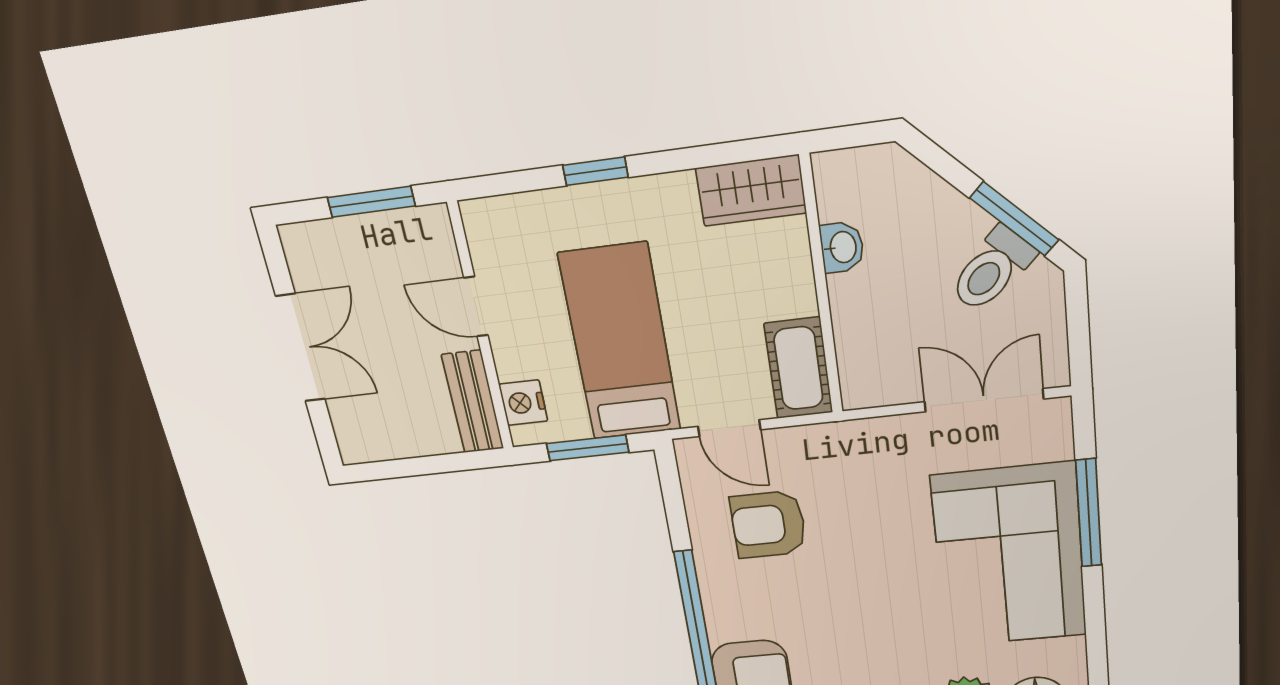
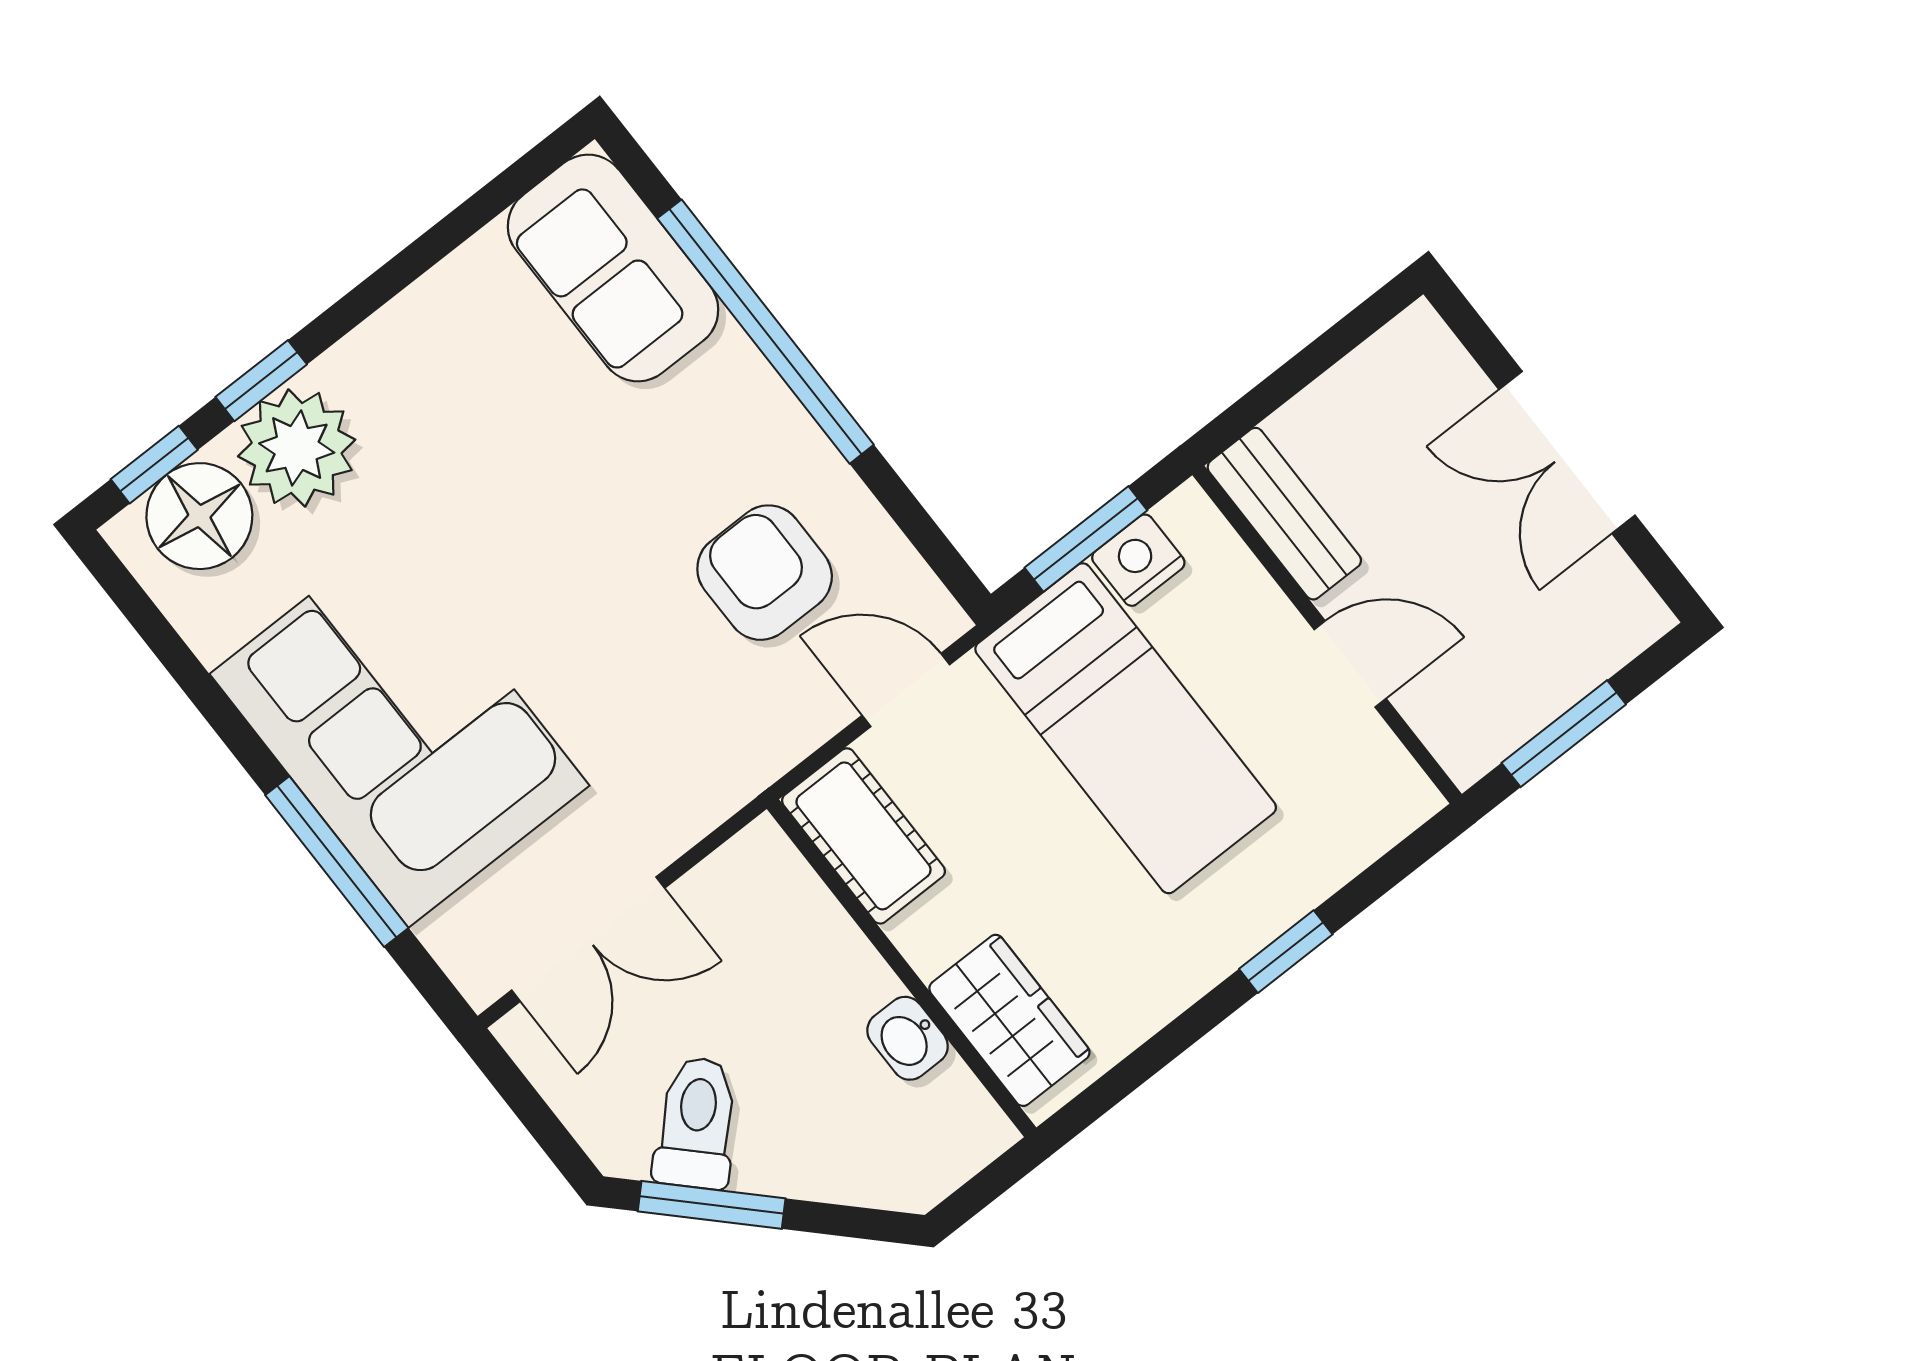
wardrobe: (751, 191) -> (1009, 1020), moved, turned 90
nightstand: (523, 403) -> (1138, 560), moved, turned -90
armchair: (768, 525) -> (765, 573), turned -90

